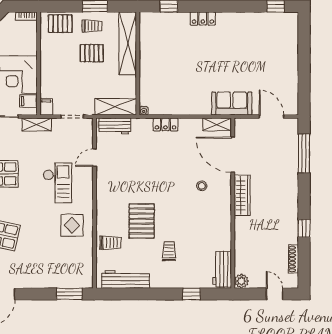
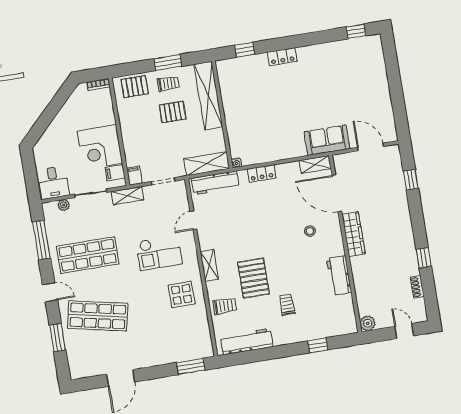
workbench: (115, 126) -> (215, 183), width x1.38
window: (304, 153) -> (411, 180), width x0.46
checkout: (57, 183) -> (159, 253), turned 90
shelving: (102, 202) -> (209, 265), added
shoe rack: (293, 259) -> (417, 287), width x0.70
workbench: (222, 269) -> (339, 275), moved

